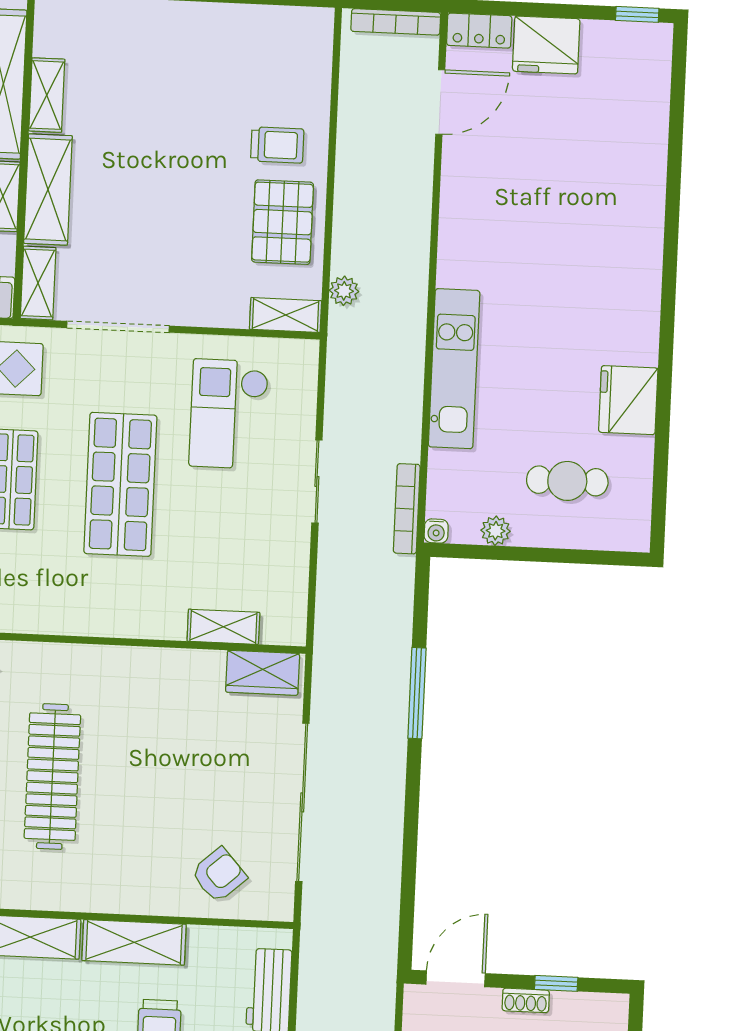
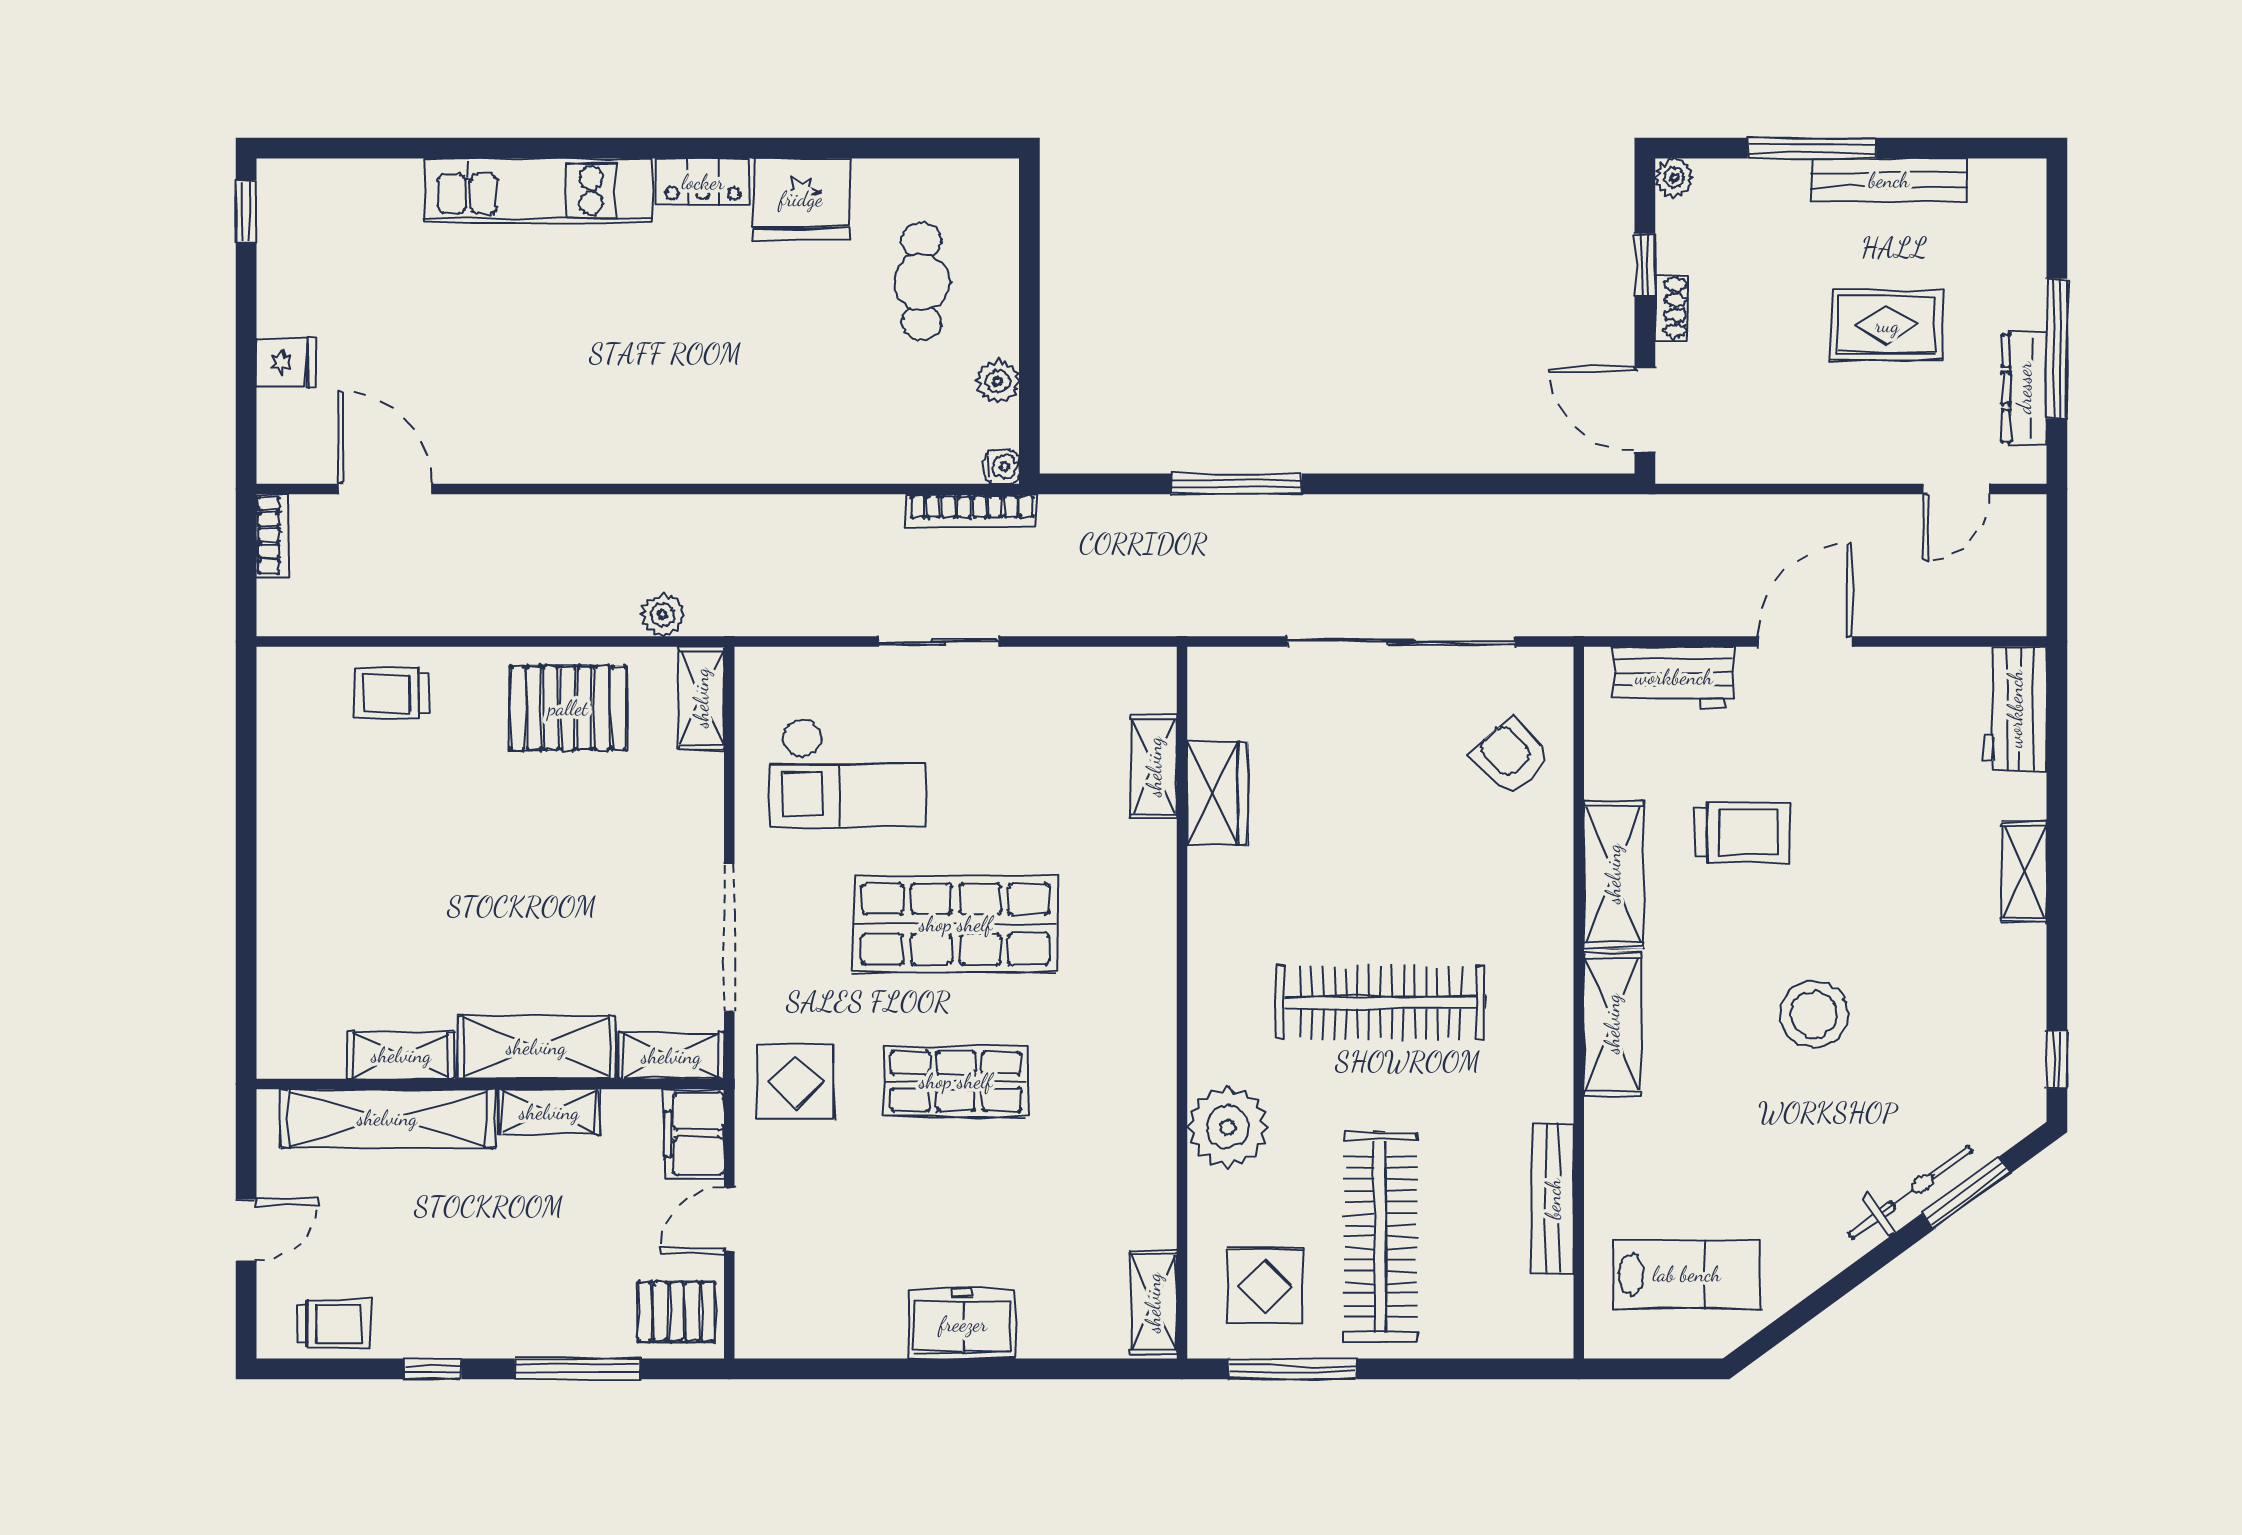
bookcase: (396, 22) -> (273, 535), width x0.64
locker: (479, 31) -> (703, 182), moved, turned 90
fridge: (546, 45) -> (286, 362), width x0.53, depth x0.75
trolley: (277, 145) -> (392, 693), moved, turned -90
kitchen unit: (454, 369) -> (538, 190), moved, turned 180
wardrobe: (263, 673) -> (1217, 793), moved
plant: (616, 1006) -> (1674, 177), added

